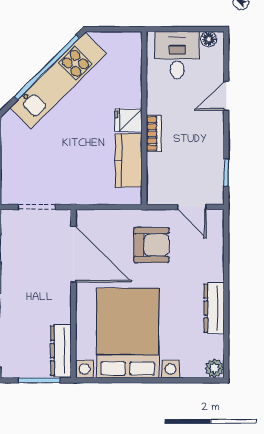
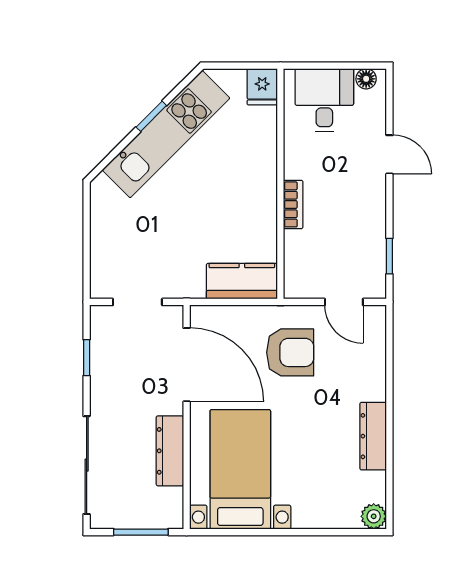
window: (47, 67) -> (151, 116), width x0.32
door: (226, 96) -> (389, 154), swing flipped
fridge: (128, 120) -> (262, 87), moved, turned -90
kitchen counter: (128, 160) -> (242, 281), moved, turned 90
bed with nightstands: (128, 333) -> (240, 469), width x0.73
dresser: (61, 351) -> (170, 451), moved

